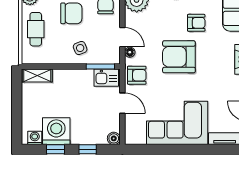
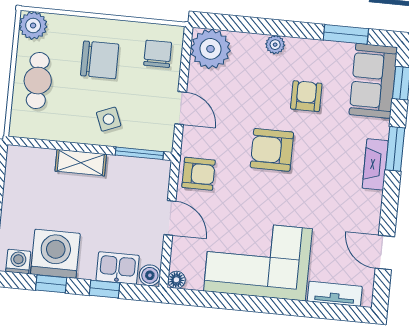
armchair: (196, 23) -> (306, 96), turned -90
floor lamp: (130, 52) -> (176, 280), moved
armchair: (179, 57) -> (272, 150), width x0.73, depth x0.73
shelving: (37, 75) -> (81, 163), moved
kitchen sink: (106, 78) -> (118, 268), moved, turned 180

